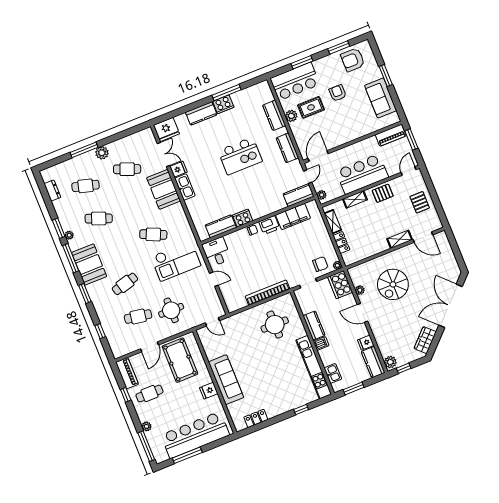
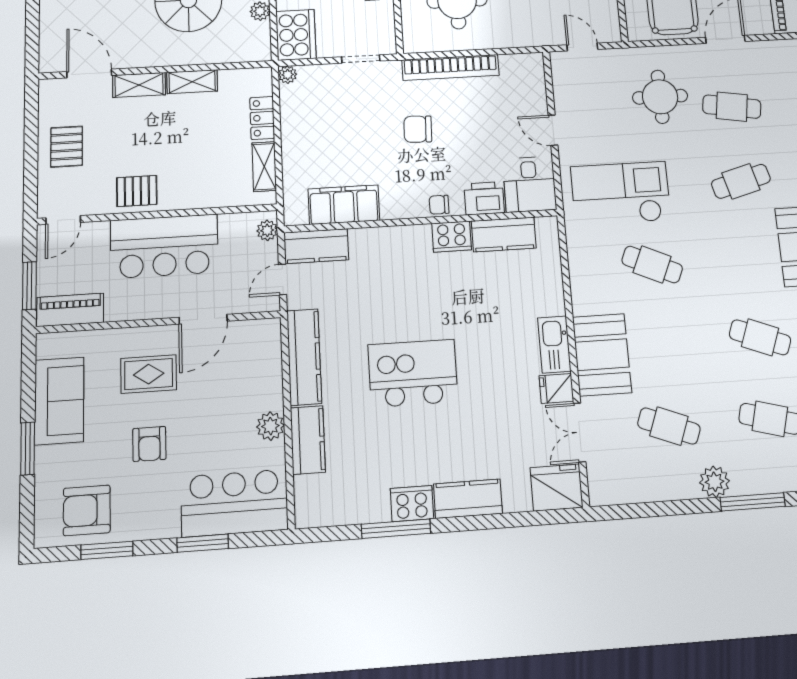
armchair: (353, 60) -> (87, 510), turned 180
rug: (311, 107) -> (149, 374), moved
kitchen counter: (287, 148) -> (304, 357), width x1.50
door: (318, 156) -> (203, 319), moved
shelving: (355, 199) -> (192, 82), moved
printer: (269, 225) -> (484, 198), moved
chair: (320, 264) -> (418, 129), moved

